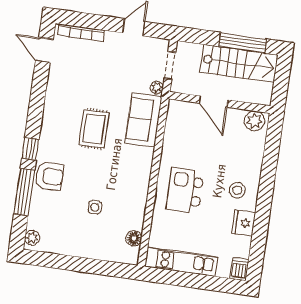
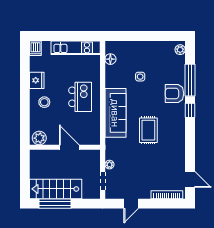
door: (214, 102) -> (69, 147), moved
wall: (220, 102) -> (65, 147), moved
sofa: (144, 120) -> (115, 113), moved, width x1.36
plant: (255, 121) -> (39, 138), moved

